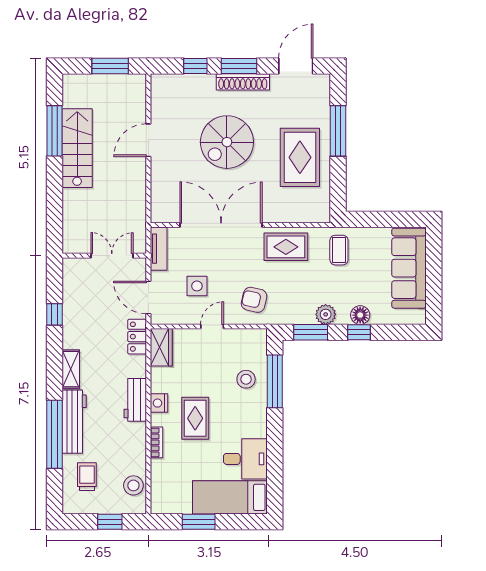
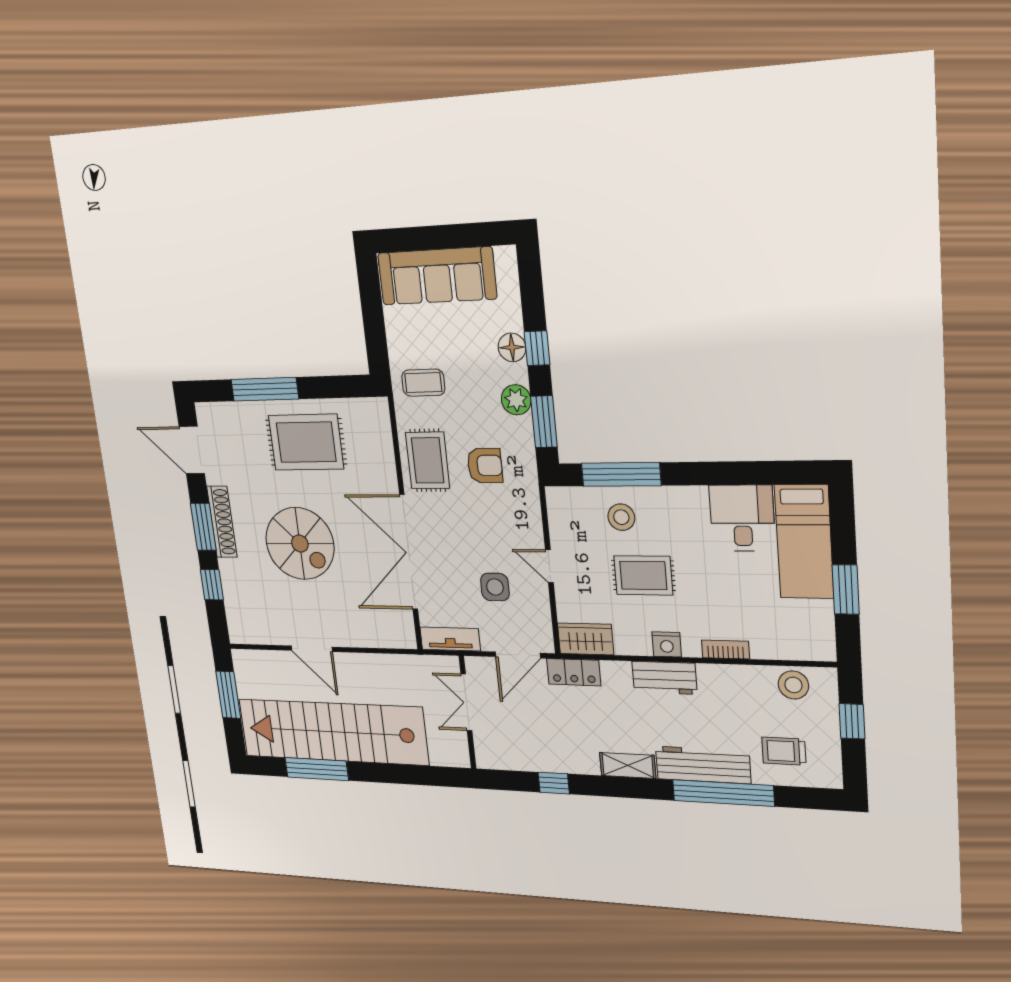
stairs: (77, 148) -> (333, 732), width x1.86, depth x1.51
armchair: (254, 300) -> (485, 465), moved, turned -103
rug: (195, 418) -> (643, 575), moved

